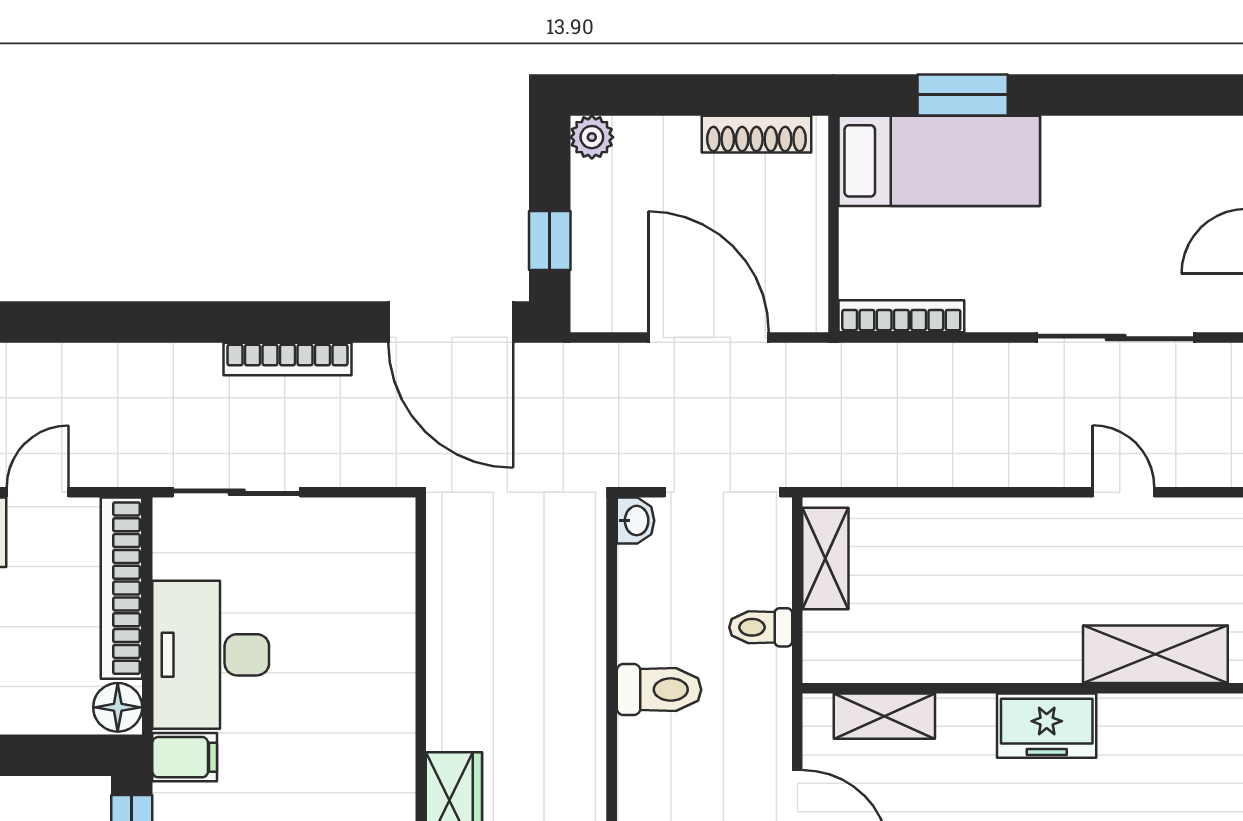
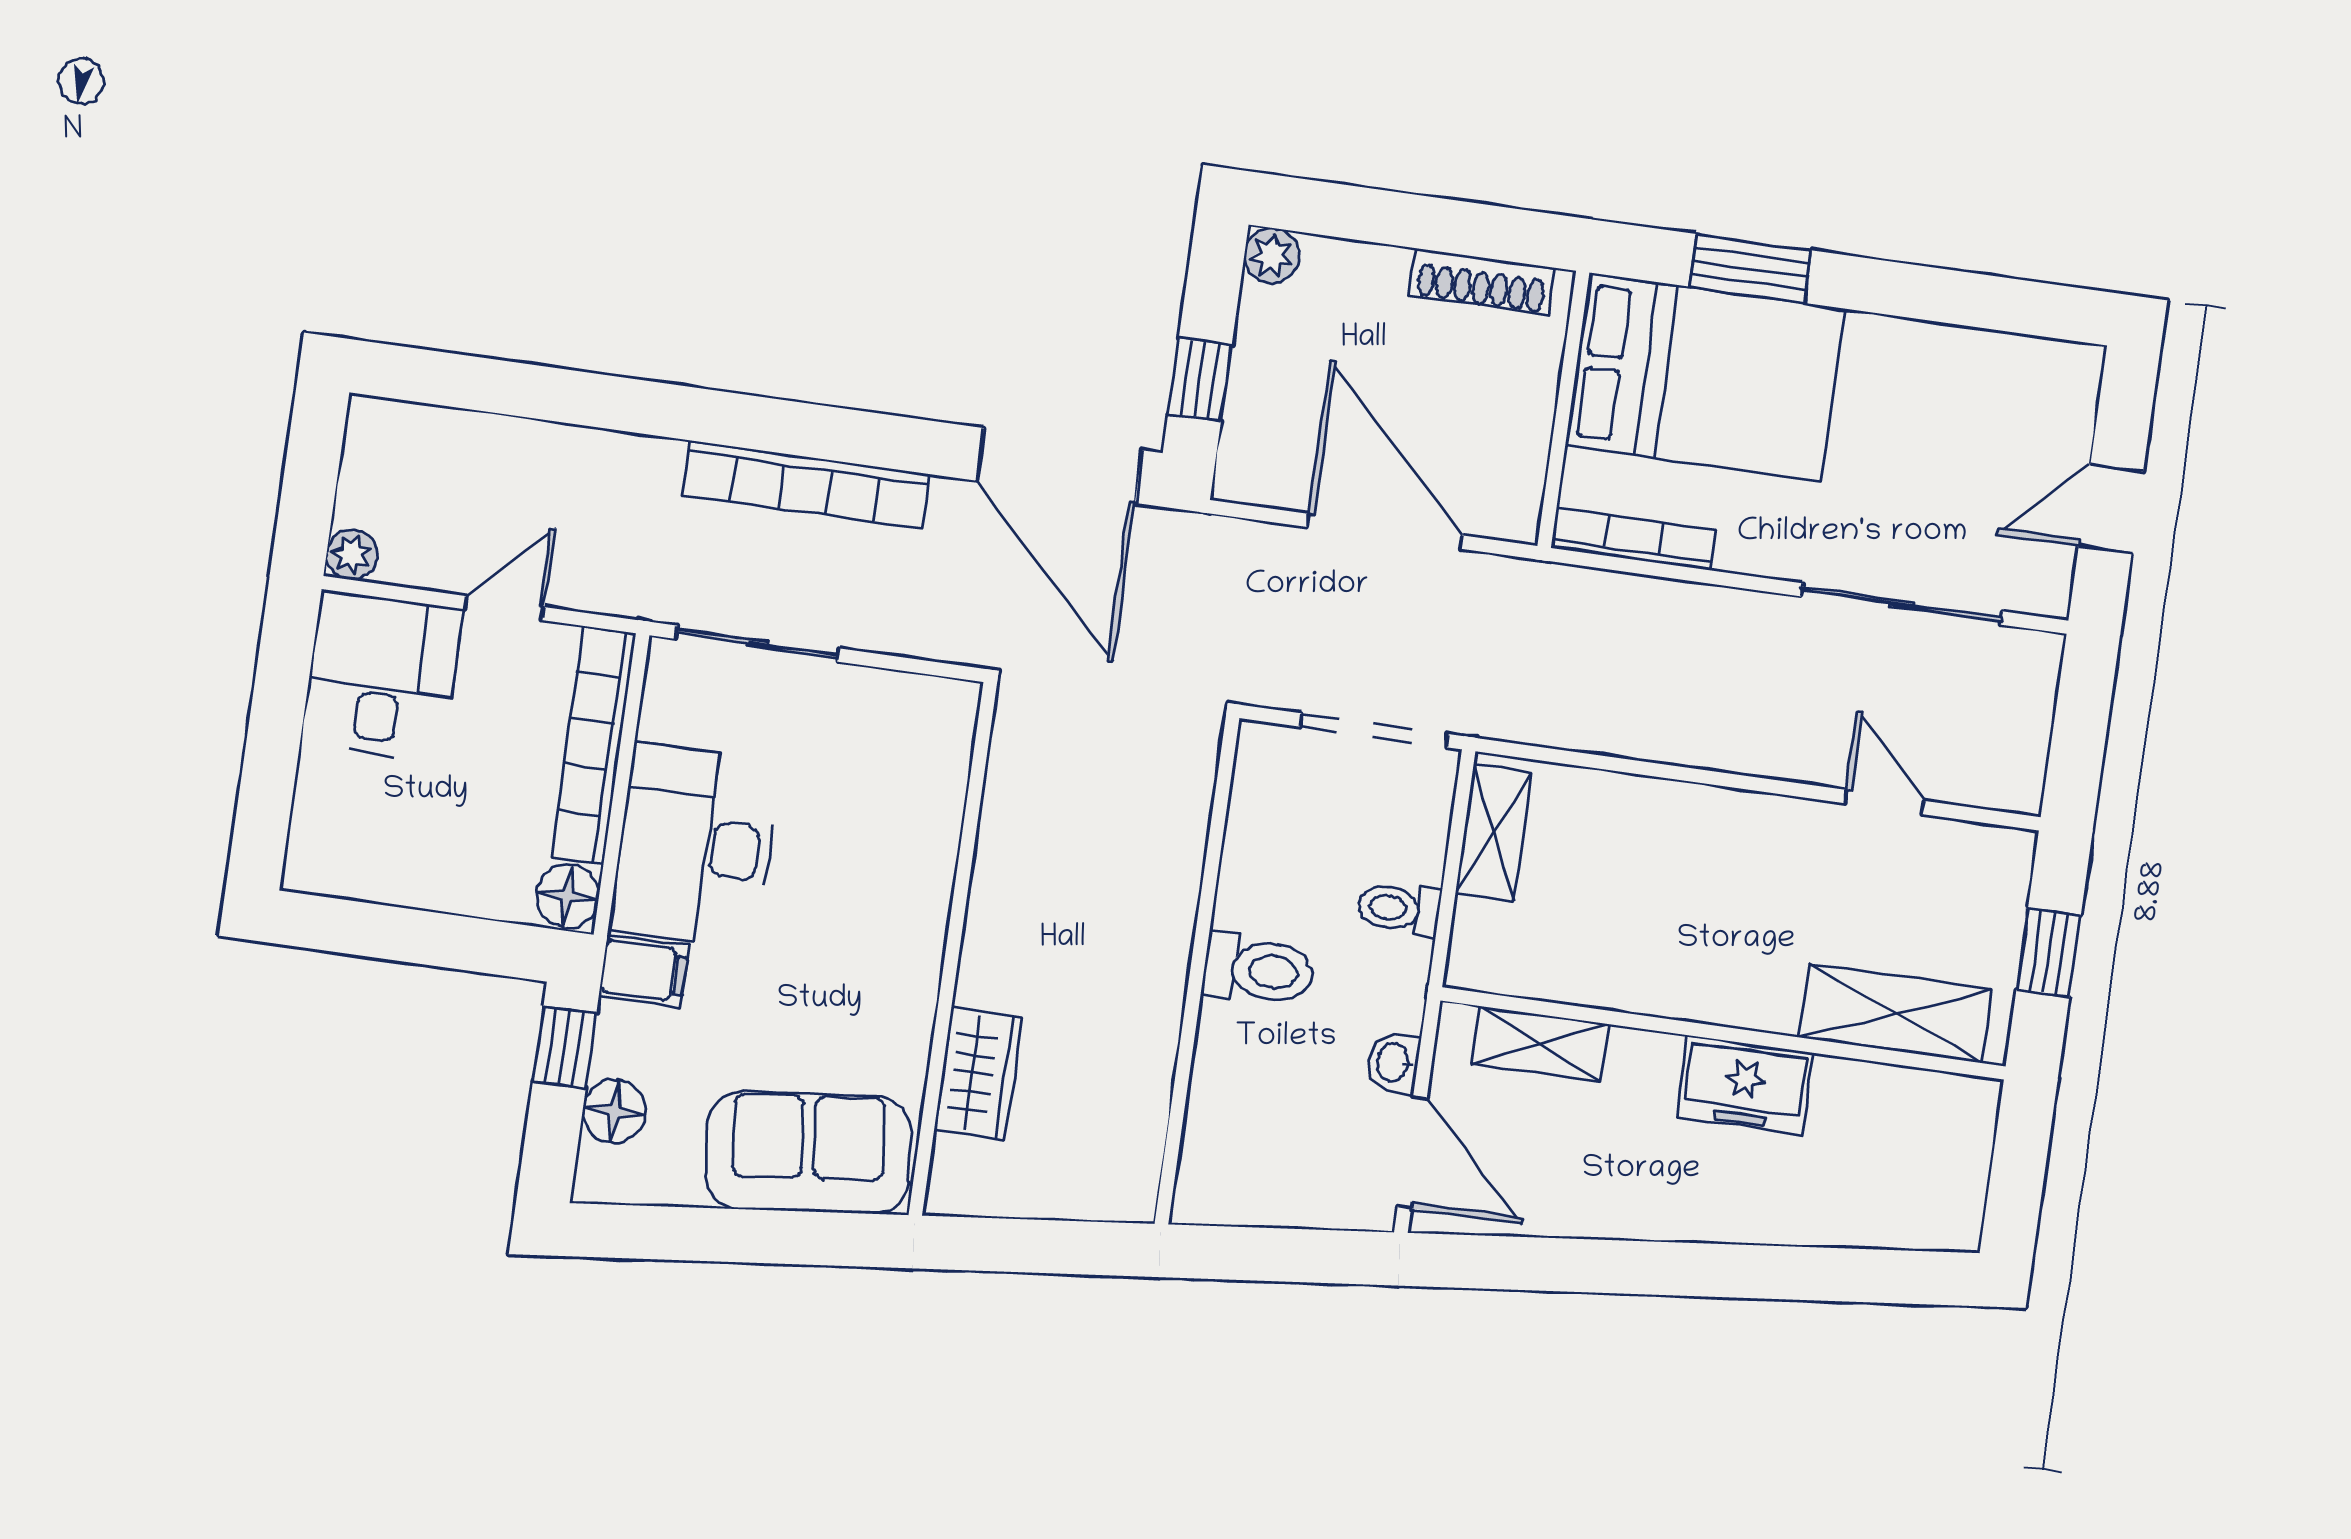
bed: (939, 161) -> (1705, 377), width x1.50
bookcase: (288, 359) -> (806, 484), width x1.48, depth x1.31
washbasin: (635, 521) -> (1394, 1063), moved, turned 180

